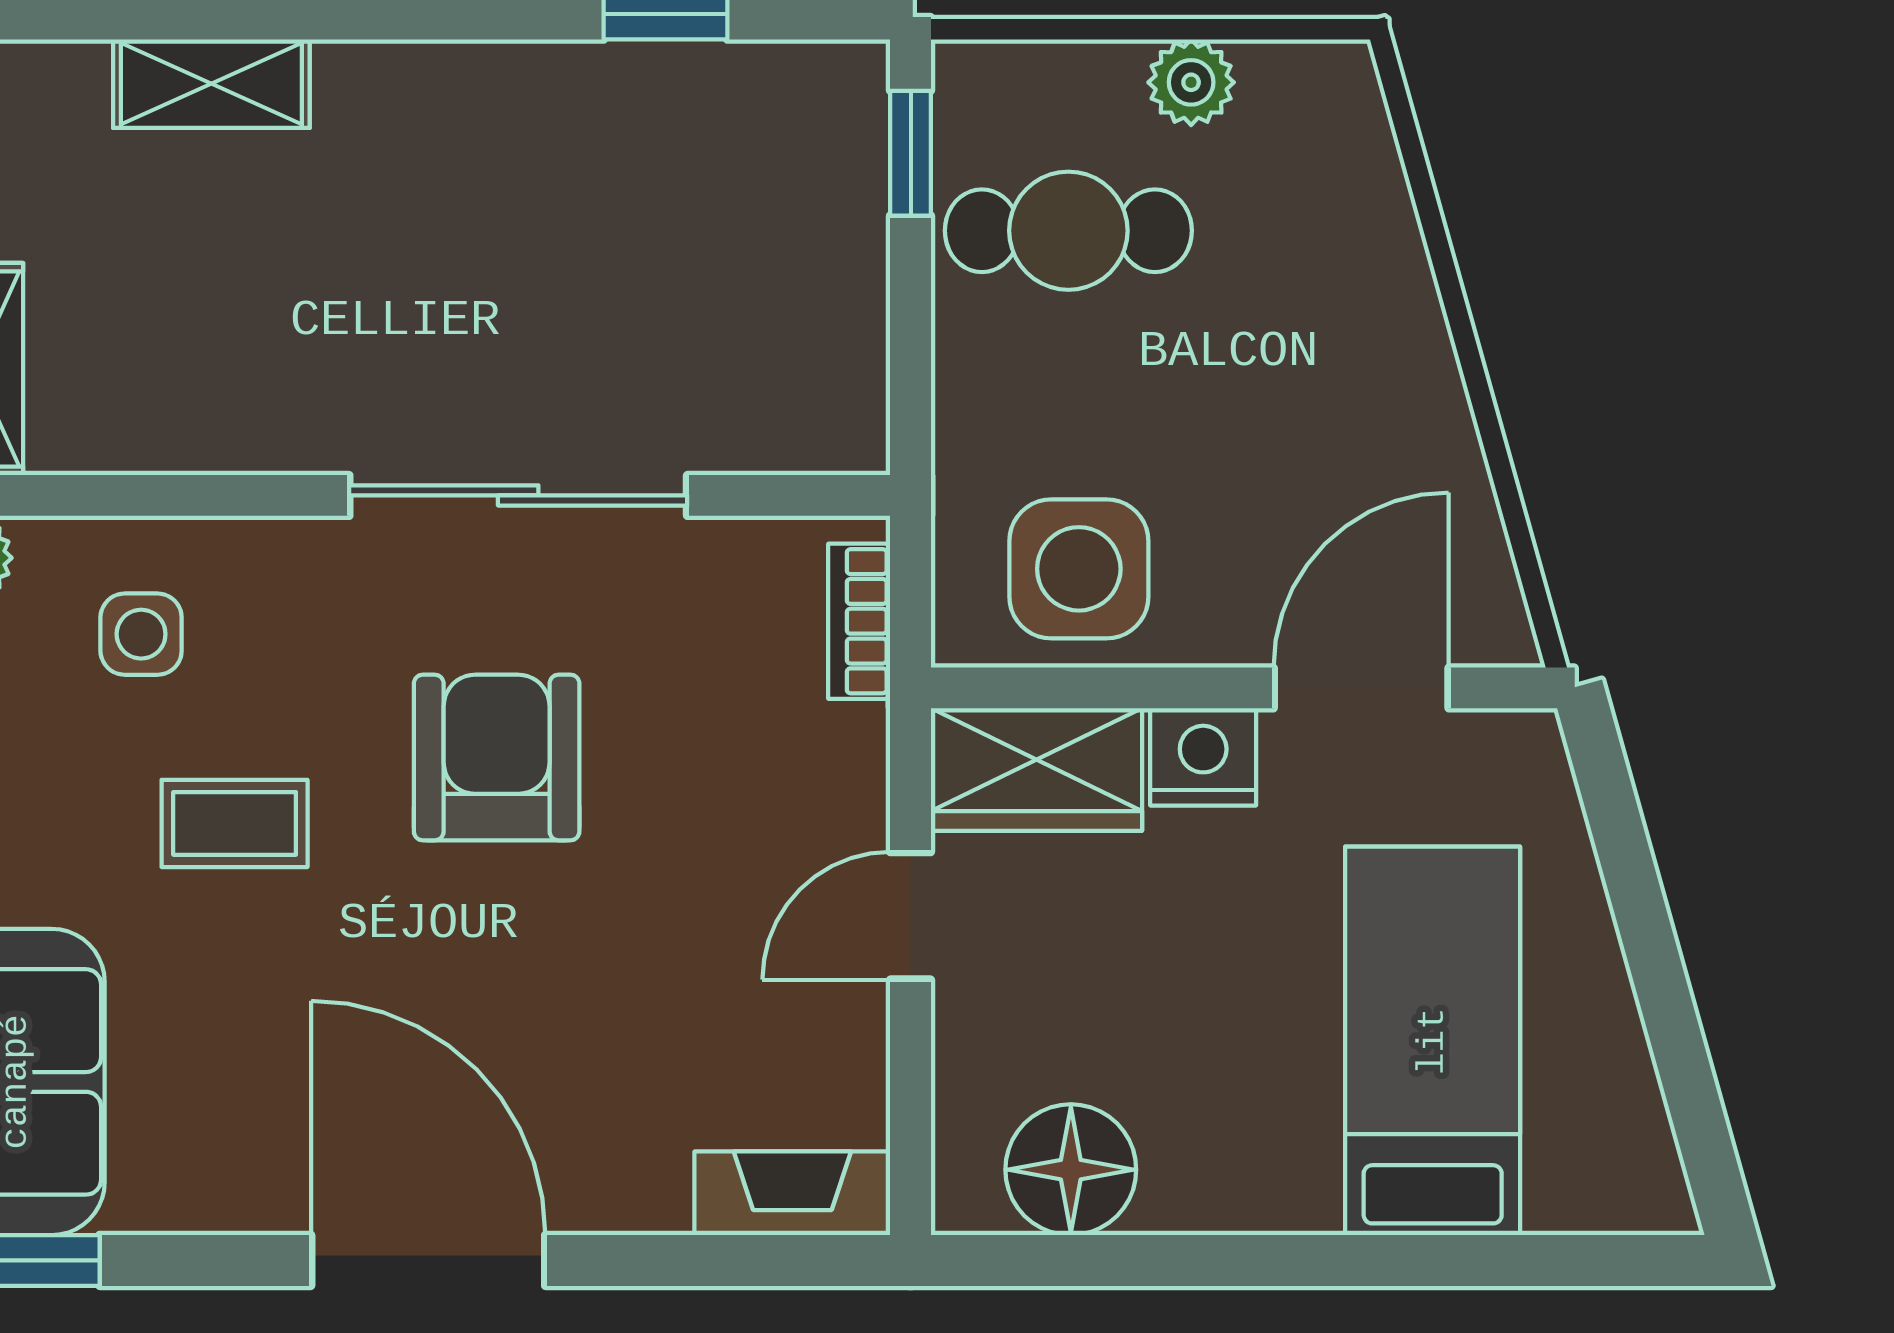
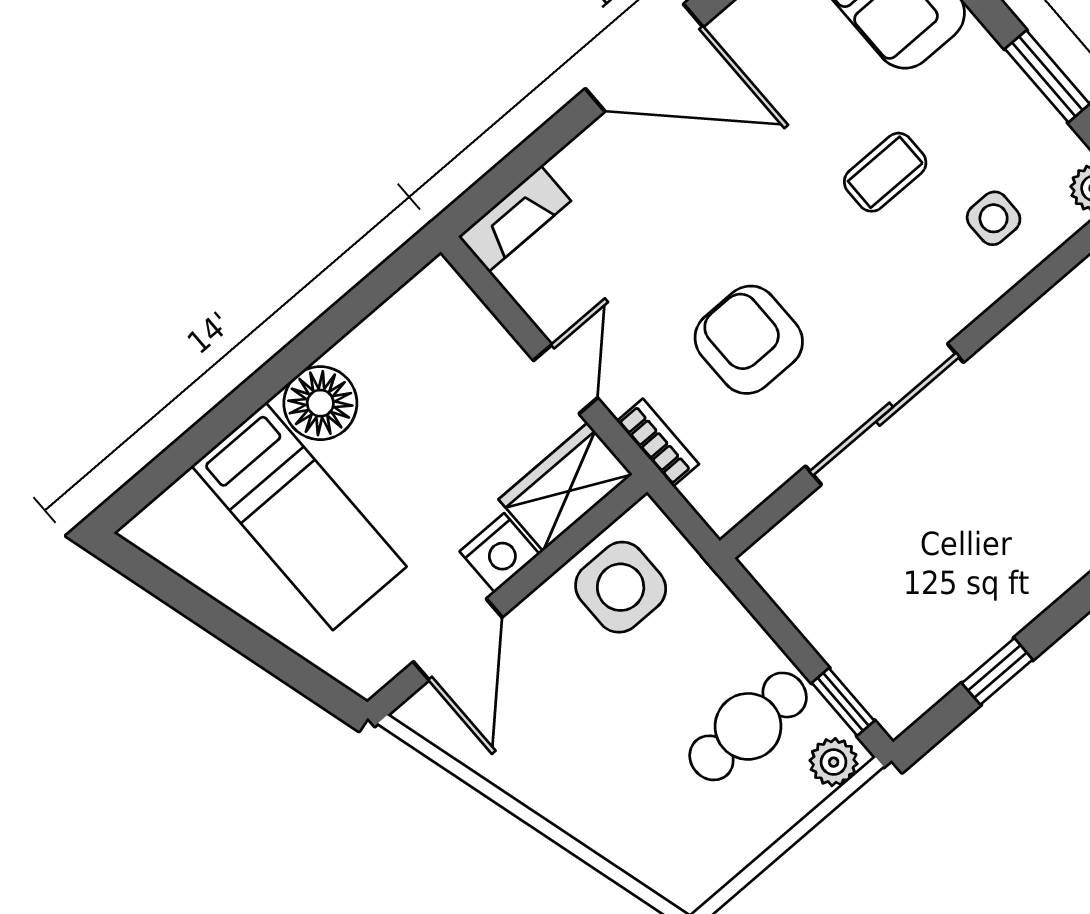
plant: (1191, 82) -> (834, 762), moved
bookcase: (859, 621) -> (658, 443), moved
armchair: (497, 757) -> (749, 340), moved, turned 180
floor lamp: (1071, 1170) -> (320, 403), moved

